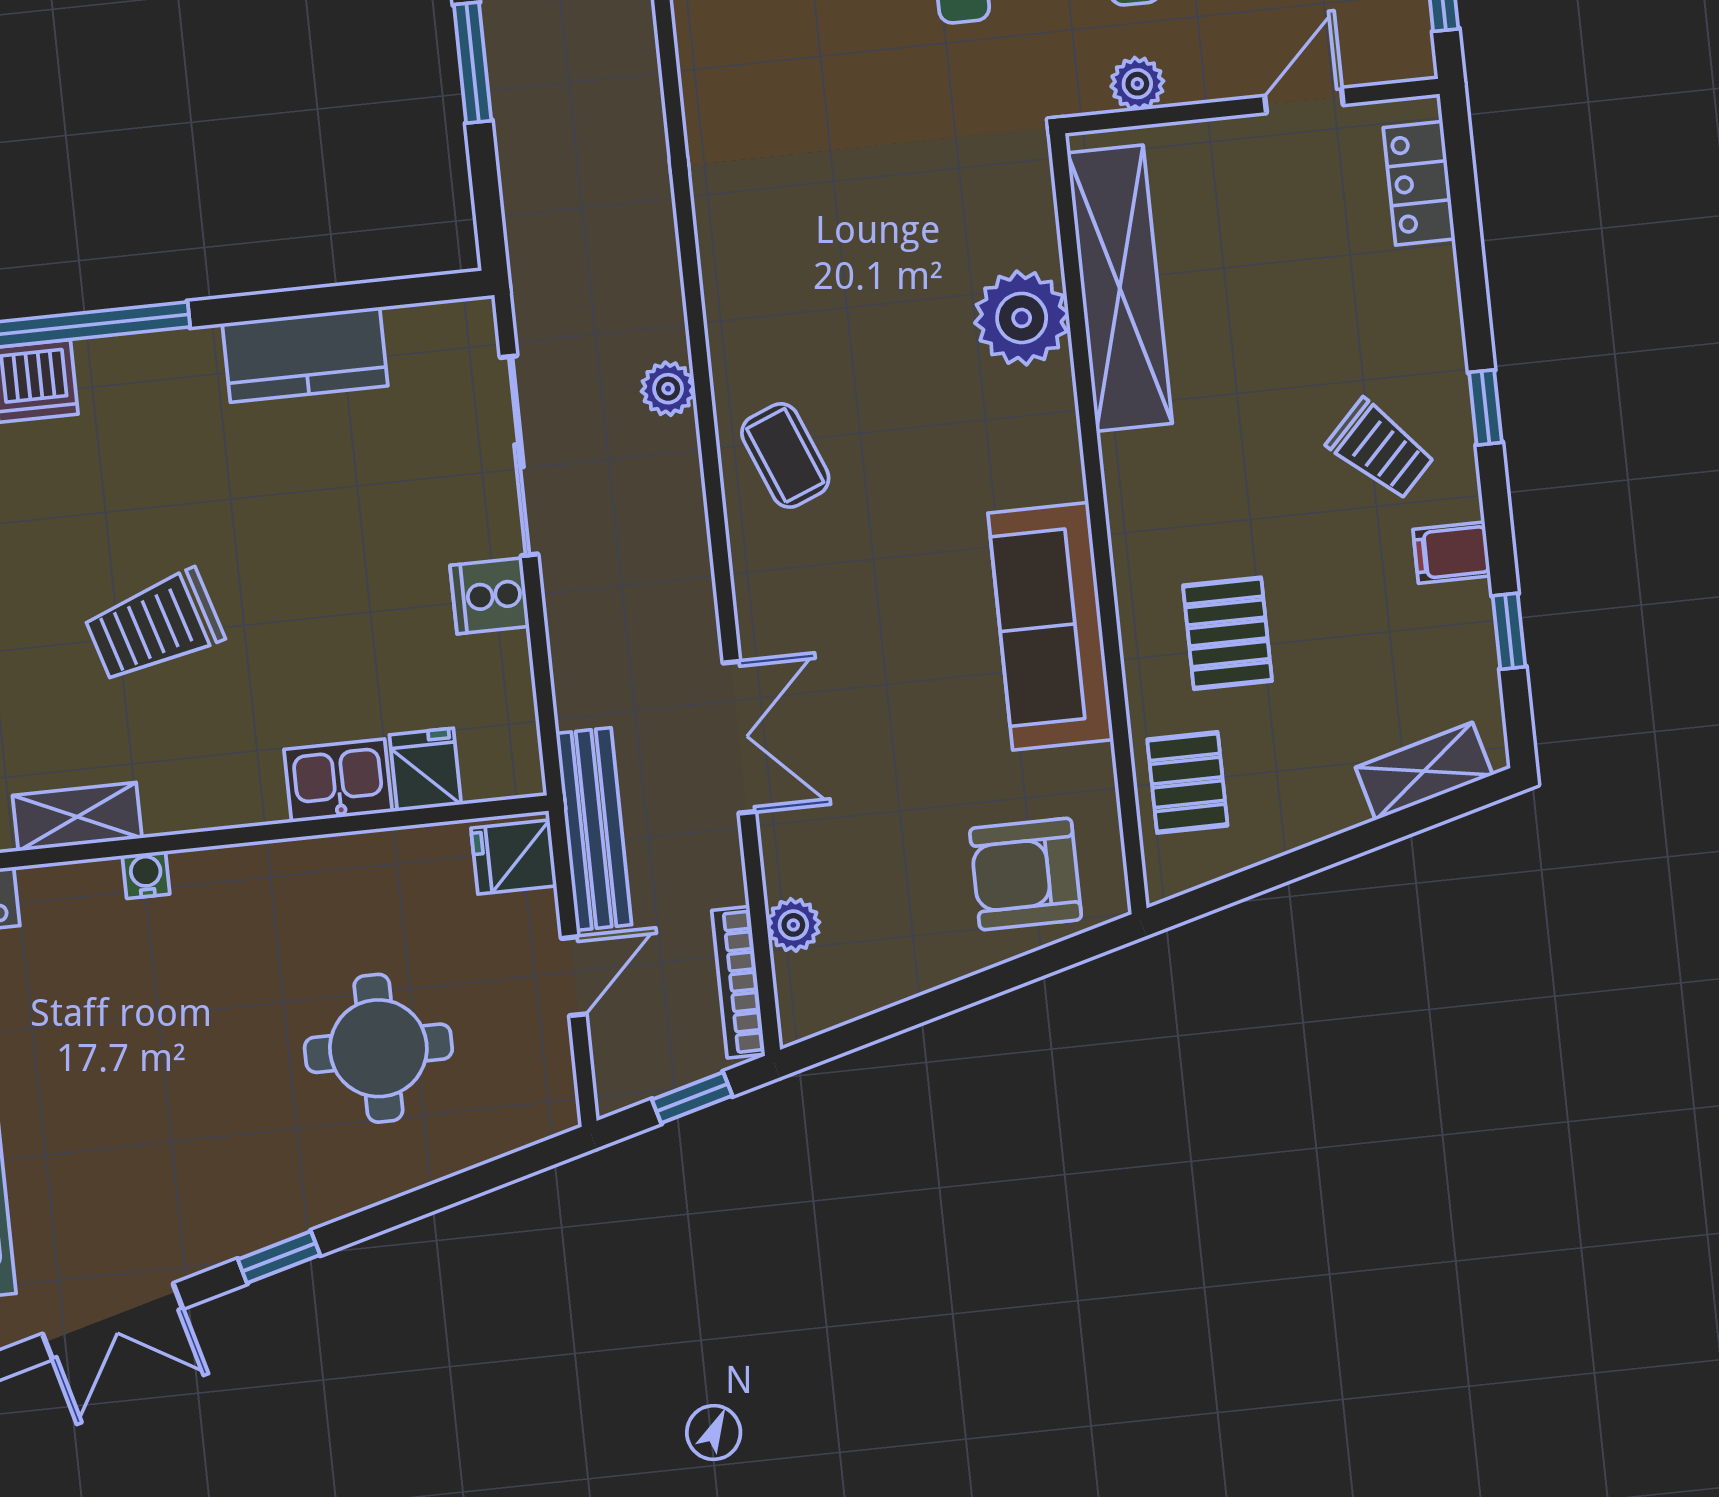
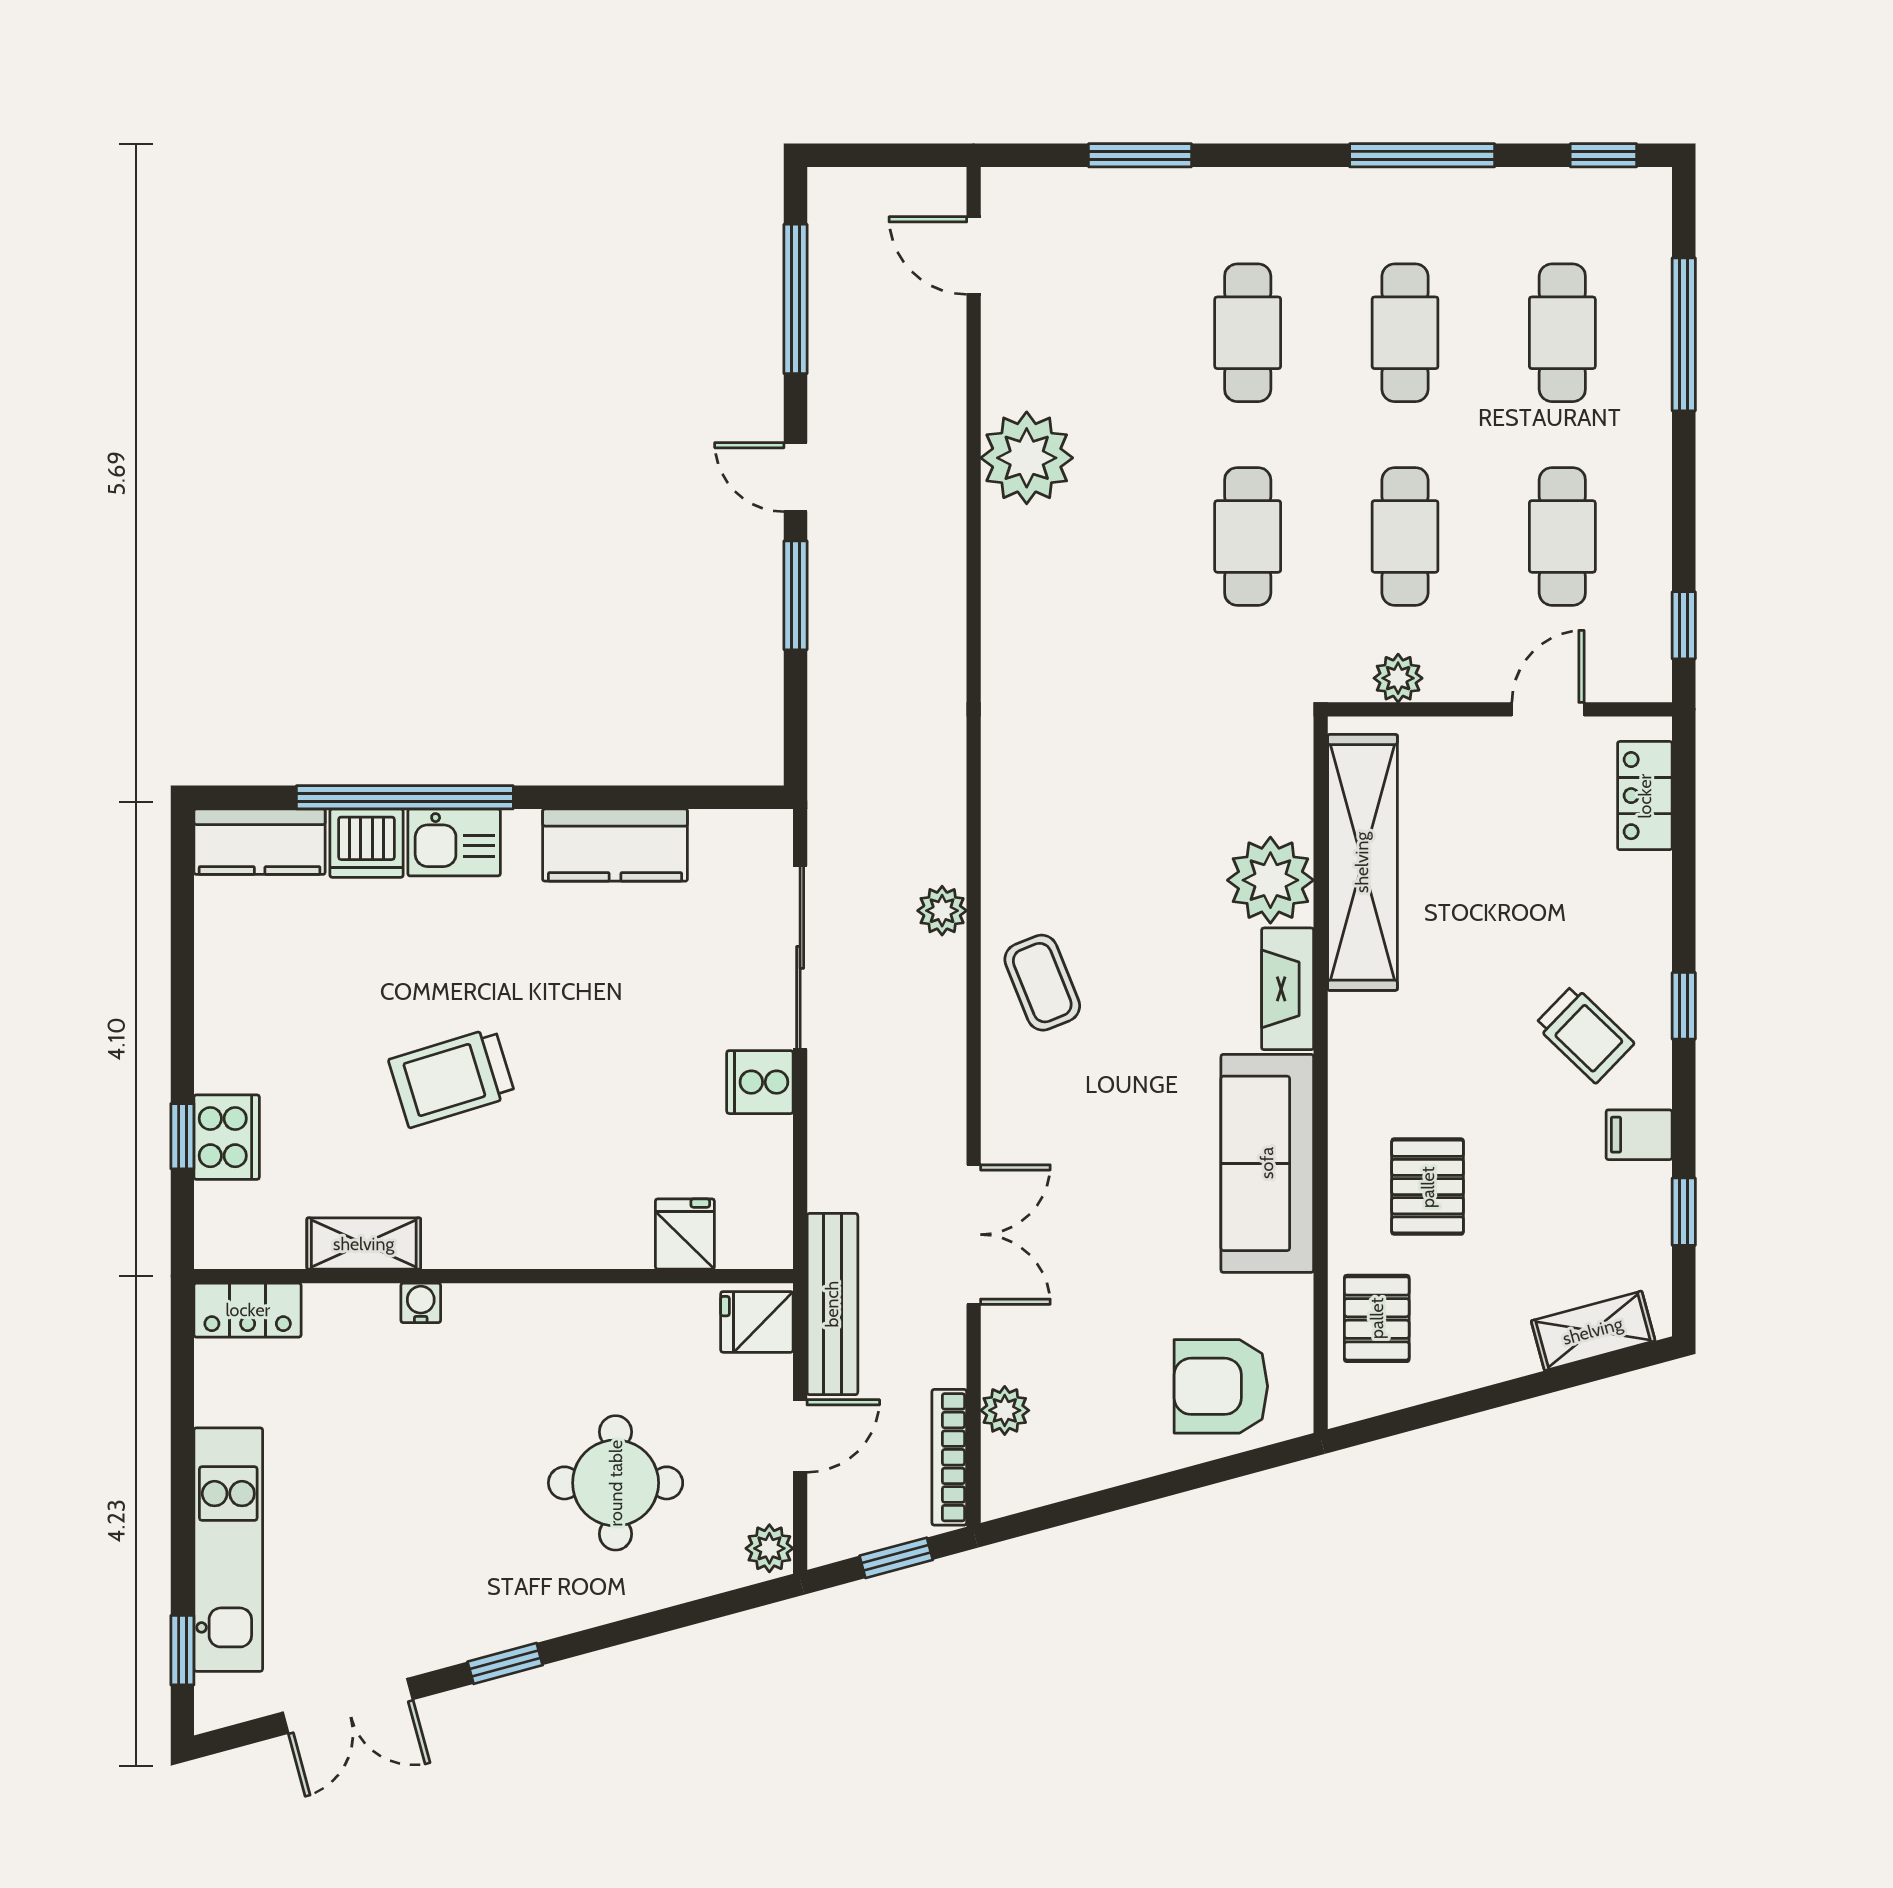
fireplace: (1053, 434) -> (1288, 989), added
kitchen sink: (338, 781) -> (454, 842), moved, turned 180
plant: (553, 1102) -> (769, 1548), added

